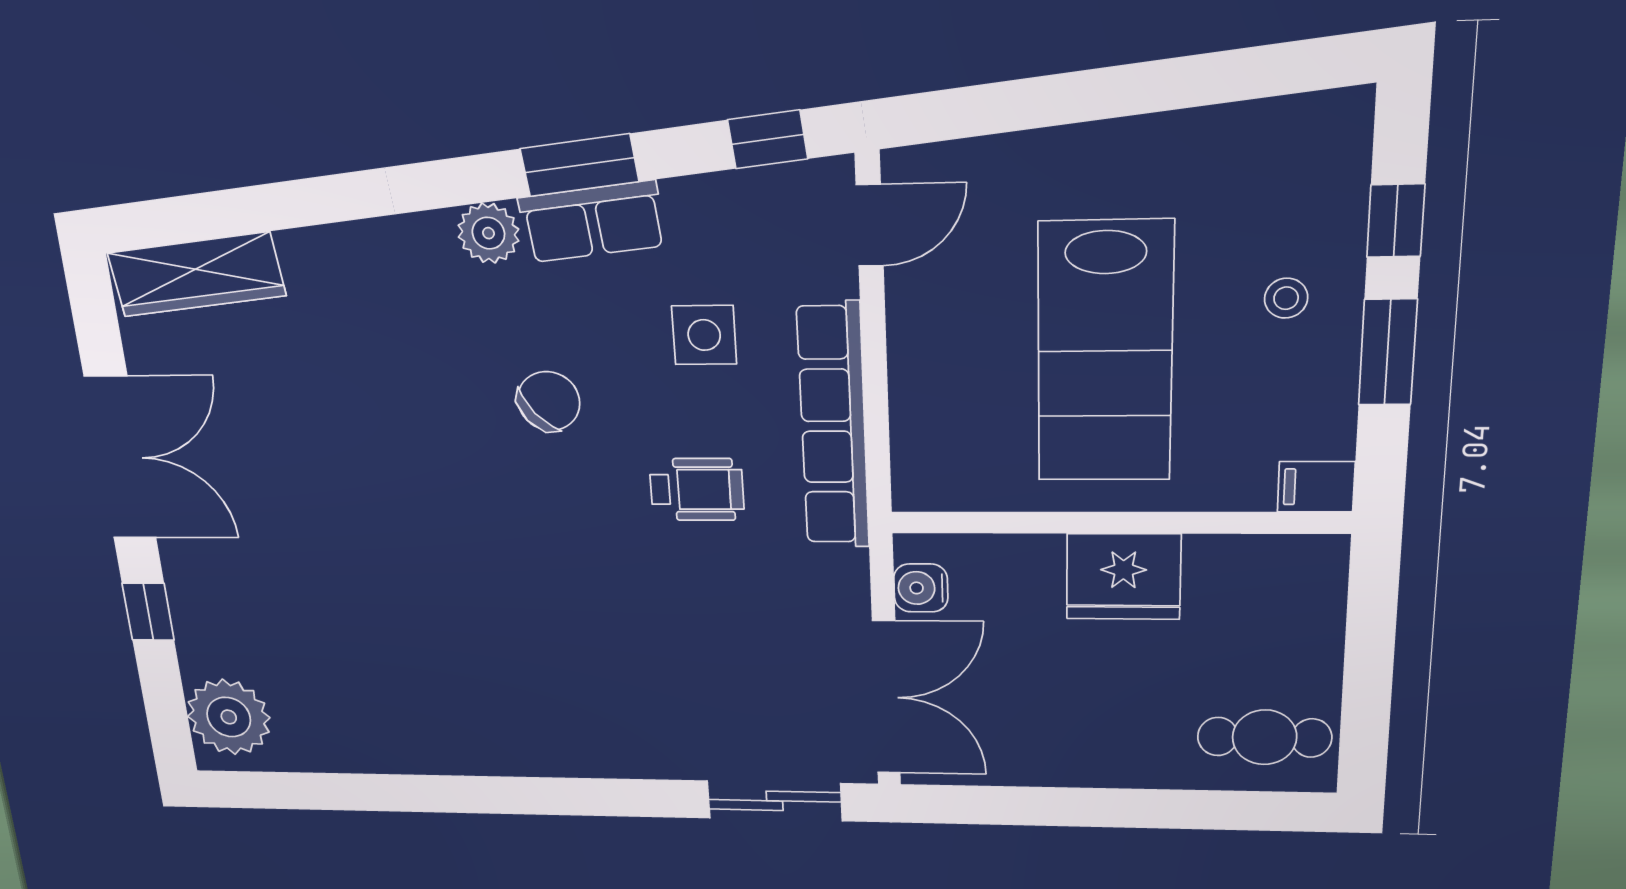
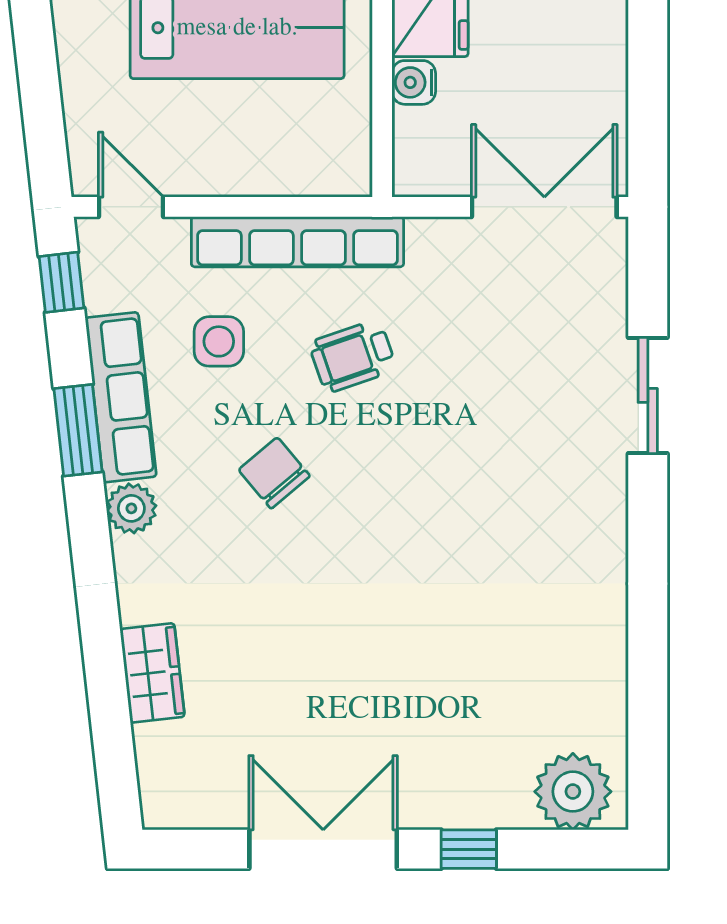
row of seats: (592, 222) -> (121, 397), width x1.48
wardrobe: (197, 274) -> (152, 673), moved, width x0.67
wheelchair: (697, 489) -> (353, 356), turned -109
water cooler: (921, 588) -> (414, 82), moved, turned 90
sliding door: (775, 801) -> (648, 395), moved

